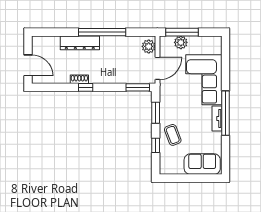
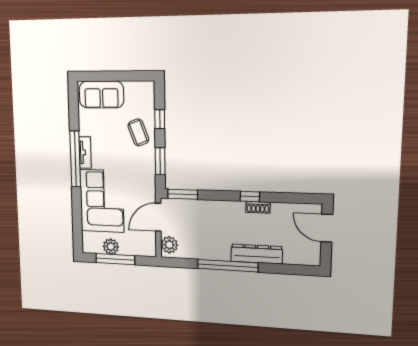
window: (182, 32) -> (115, 259), moved
plant: (181, 42) -> (111, 247), moved

